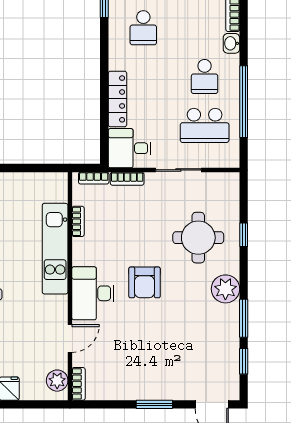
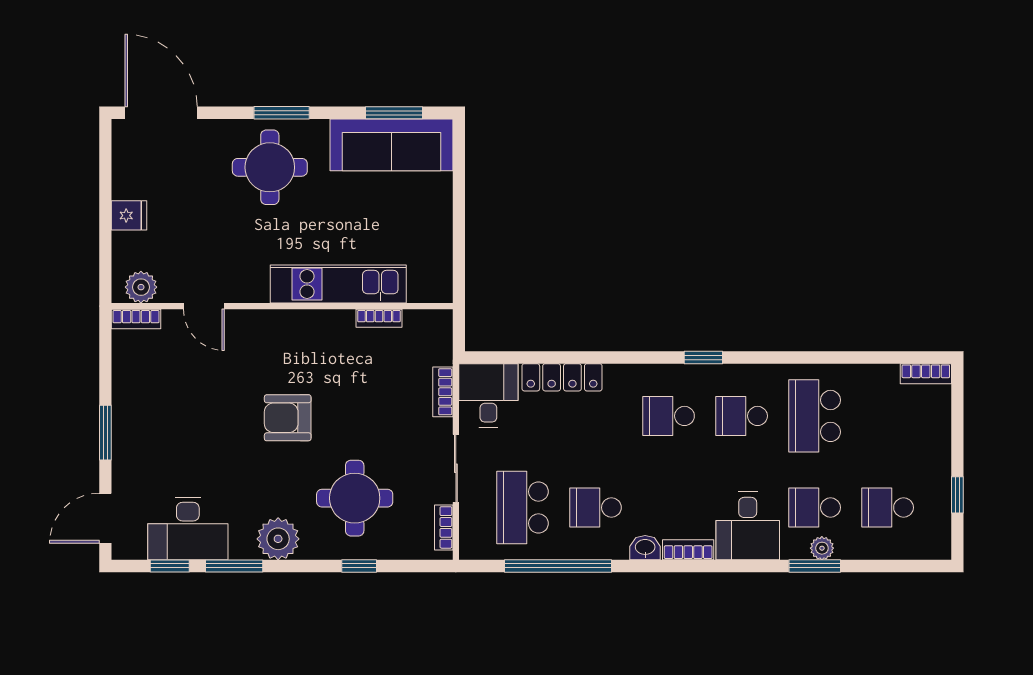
bookcase: (94, 178) -> (444, 527), moved
desk: (93, 293) -> (188, 529), moved, turned 180

